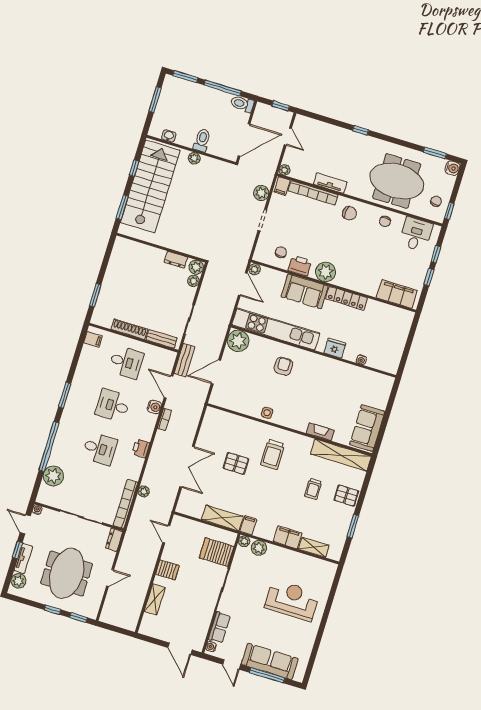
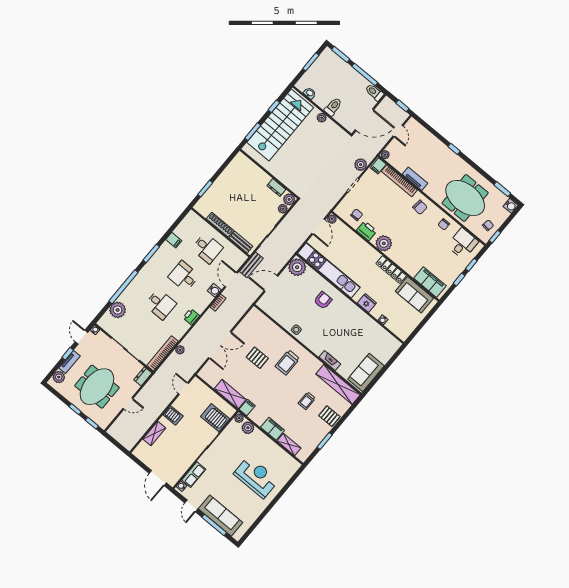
sofa: (305, 291) -> (414, 295), moved
filing cabinet: (93, 339) -> (174, 240), moved

